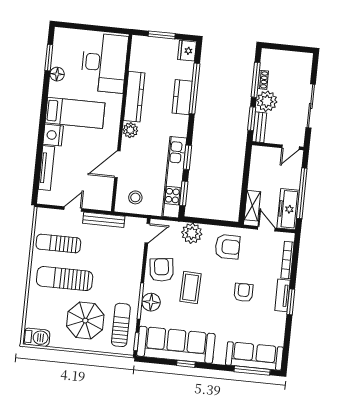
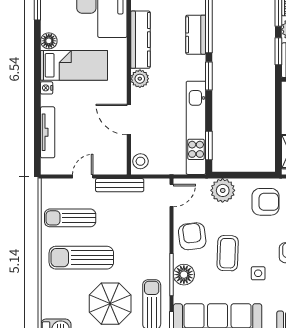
floor lamp: (57, 74) -> (49, 41), moved
nightstand: (53, 135) -> (47, 88), width x0.53, depth x0.56
window: (187, 157) -> (209, 76), moved
door: (117, 164) -> (129, 120), hinge flipped
stool: (135, 197) -> (140, 161), moved
side table: (215, 307) -> (258, 273), added

